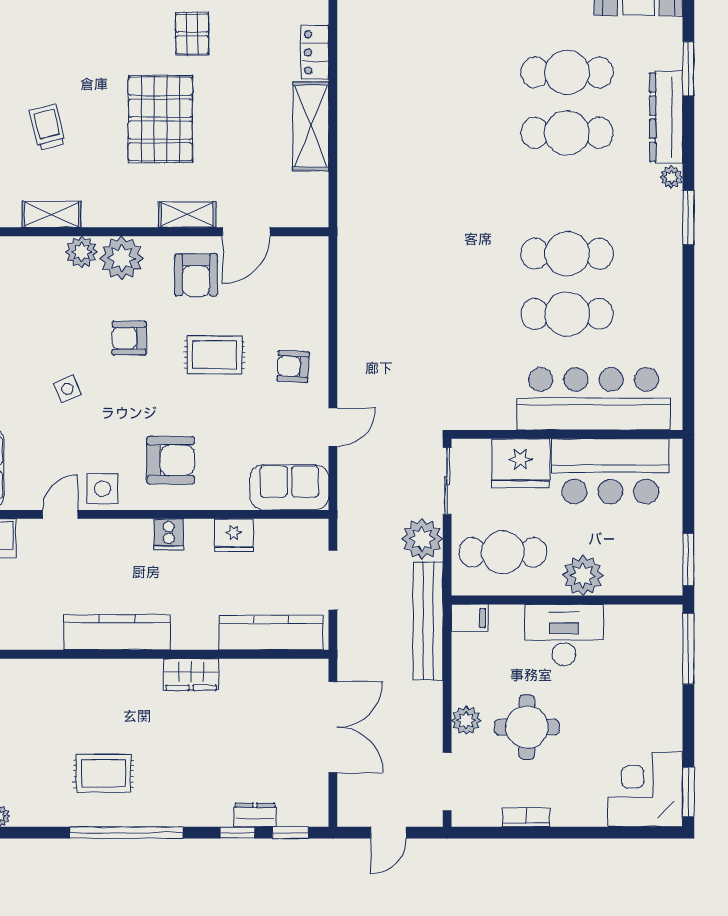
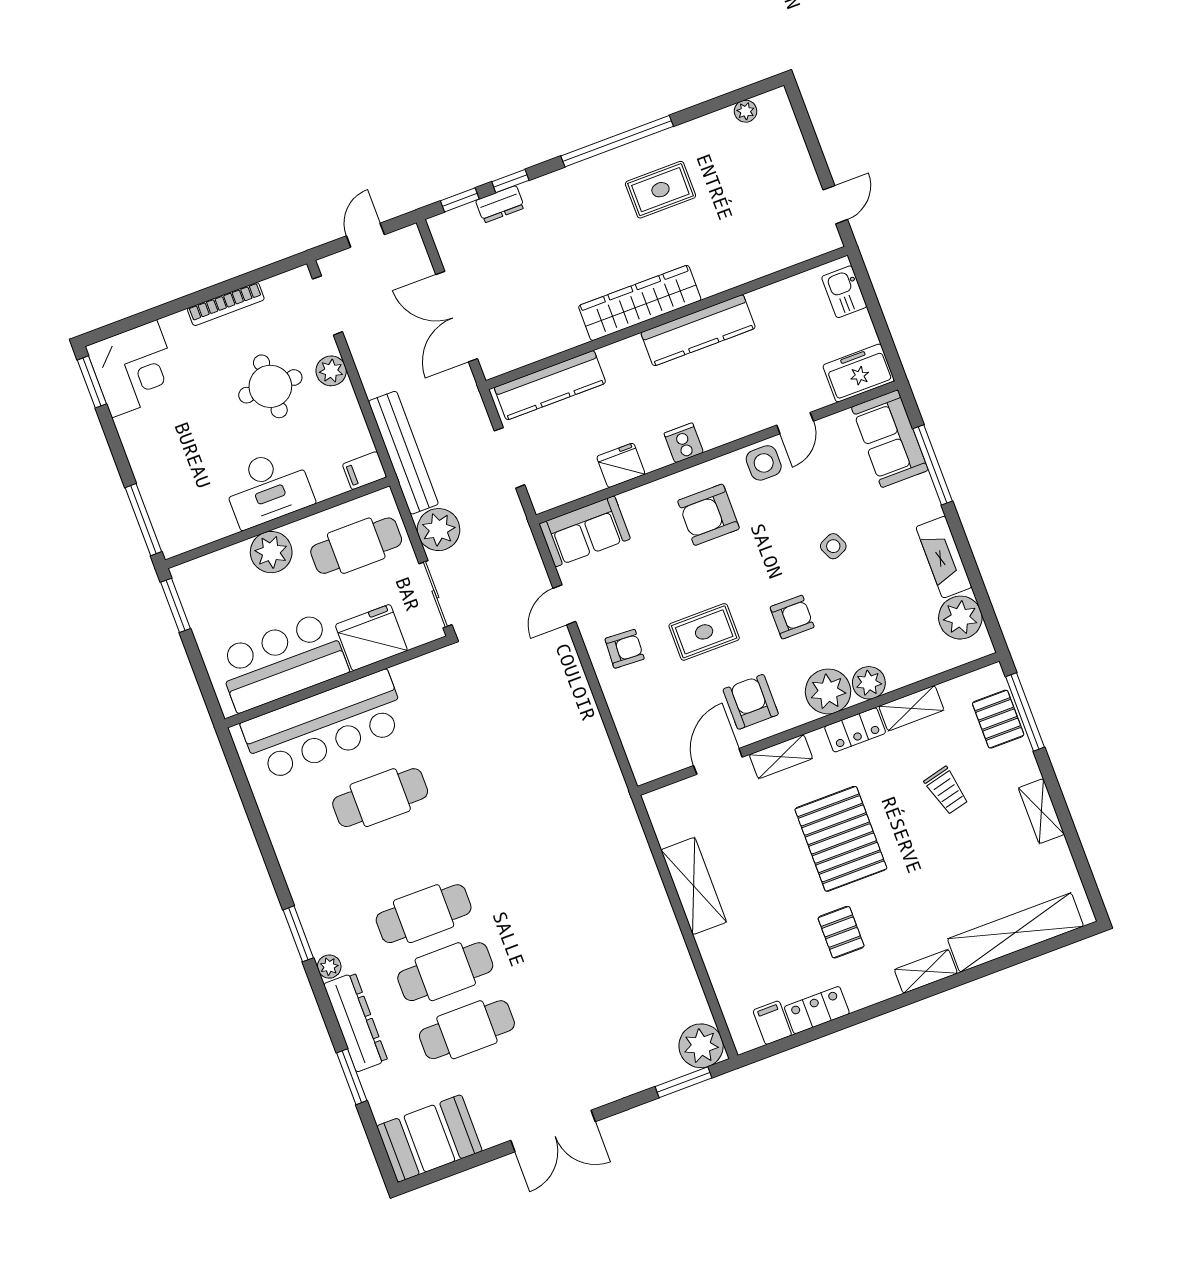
locker: (315, 52) -> (855, 730), moved, turned 90
cafe table: (567, 254) -> (424, 914), moved
wardrobe: (191, 674) -> (640, 303), width x2.10, depth x1.17
bookcase: (526, 817) -> (226, 304), width x1.56

